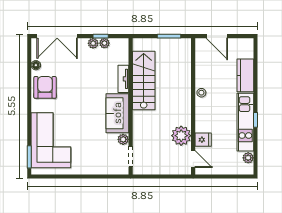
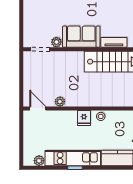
plant: (181, 136) -> (60, 102), width x0.53, depth x0.53
fridge: (203, 140) -> (84, 118), moved
door: (193, 159) -> (38, 108), swing flipped

